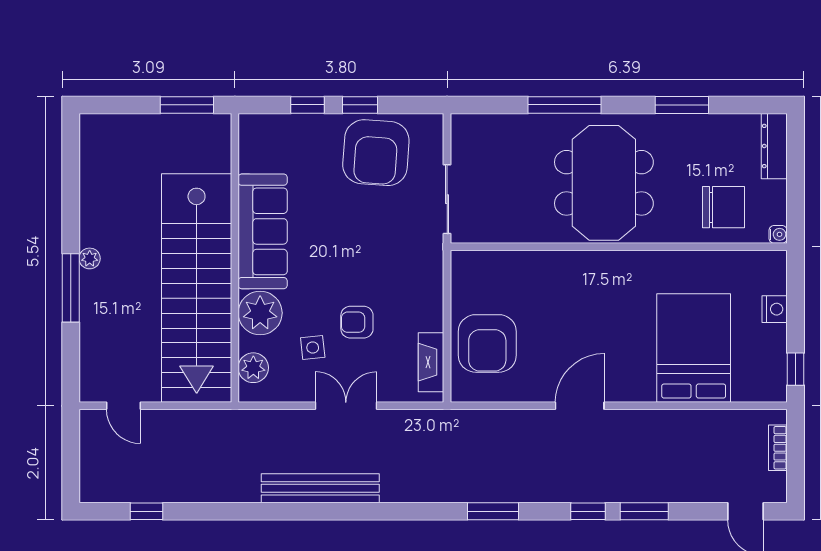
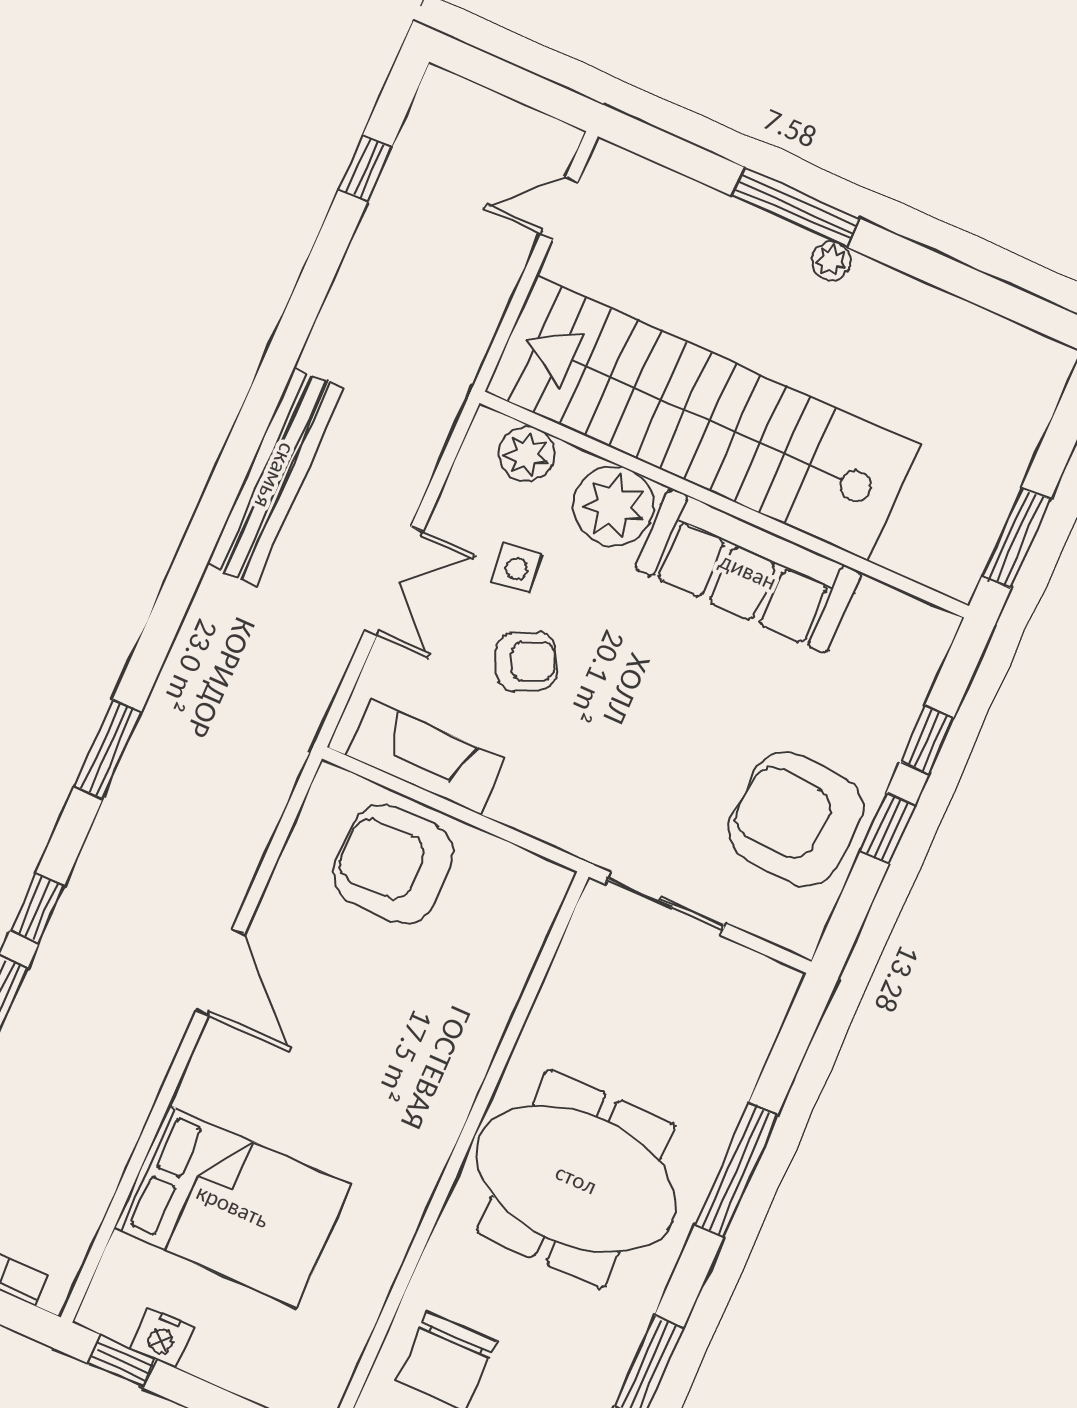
nightstand: (775, 309) -> (162, 1338), moved
armchair: (357, 322) -> (526, 661), turned 64
fireplace: (431, 362) -> (425, 757), width x1.37, depth x1.32

